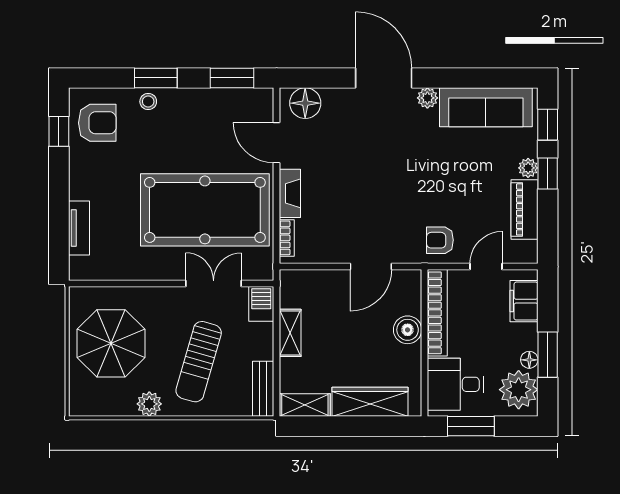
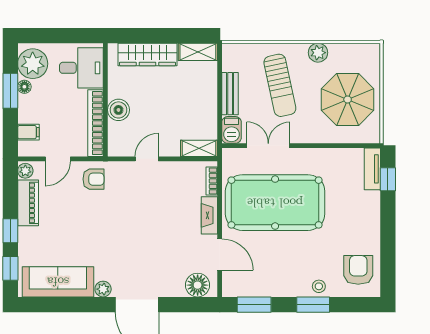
armchair: (97, 123) -> (358, 270), turned 90
window: (59, 131) -> (388, 179), moved
plant: (528, 168) -> (25, 171), moved
tv unit: (79, 228) -> (372, 169), moved
door: (371, 267) -> (147, 159), width x0.73
double door: (214, 284) -> (268, 146), swing flipped
filing cabinet: (524, 301) -> (28, 132), width x0.50
shelving: (290, 333) -> (199, 148), moved, turned 90
sun lounger: (199, 362) -> (280, 85), turned 152
bench: (263, 389) -> (230, 94), moved
window: (471, 426) -> (69, 36), removed

